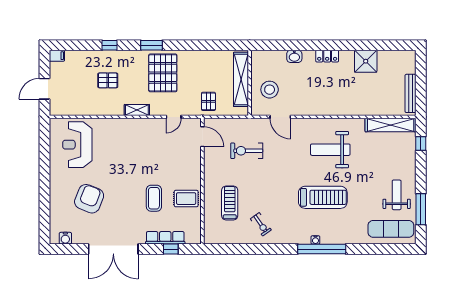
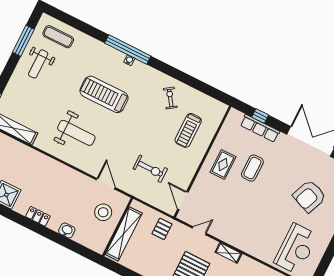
rug: (186, 199) -> (223, 165), moved, turned 90
exercise mat: (391, 229) -> (58, 37), width x0.73, depth x0.69

